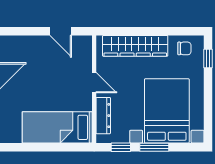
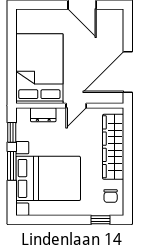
door: (61, 31) -> (128, 72), width x1.88
dresser: (103, 116) -> (43, 115), width x0.70
bed: (57, 127) -> (39, 69), width x1.50

